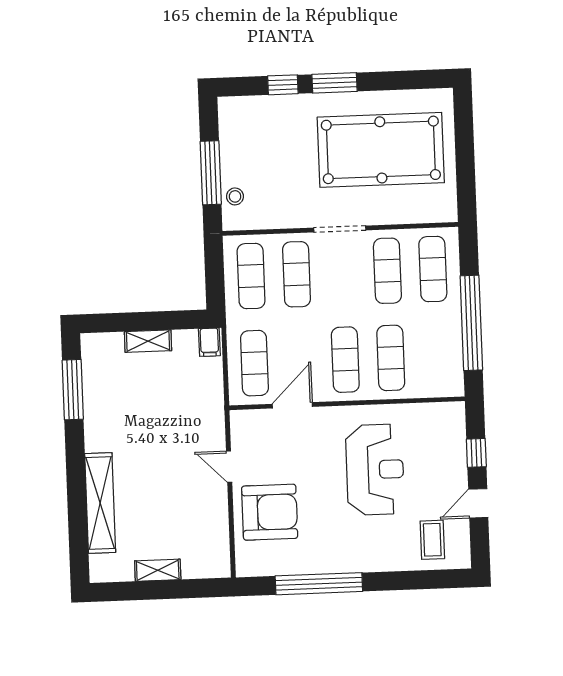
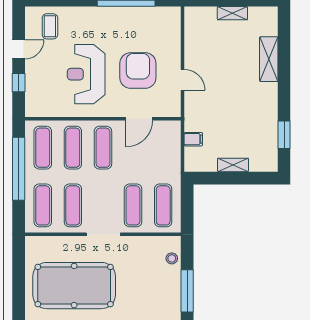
window: (211, 173) -> (187, 291), moved
filing cabinet: (209, 342) -> (193, 139), moved, turned 90
exercise mat: (254, 363) -> (43, 148), moved
window: (73, 390) -> (284, 135), width x0.69
shelving: (100, 503) -> (269, 59), width x0.68
armchair: (270, 512) -> (138, 71), moved, turned 90

